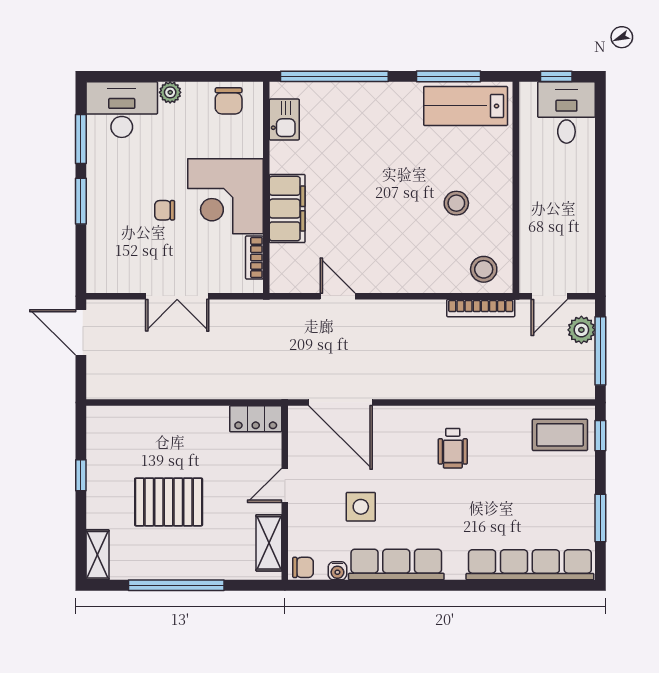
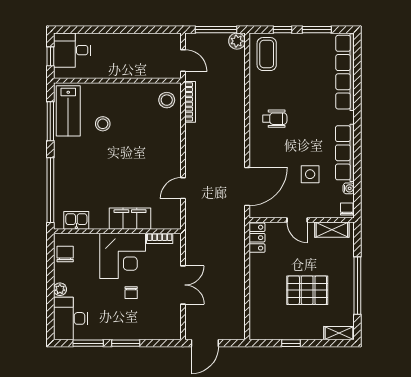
chair: (229, 101) -> (65, 254), turned -90
stool: (456, 203) -> (103, 124), moved
plant: (581, 330) -> (237, 41), moved
window: (600, 436) -> (282, 30), moved
pallet: (169, 502) -> (307, 290), turned 90

